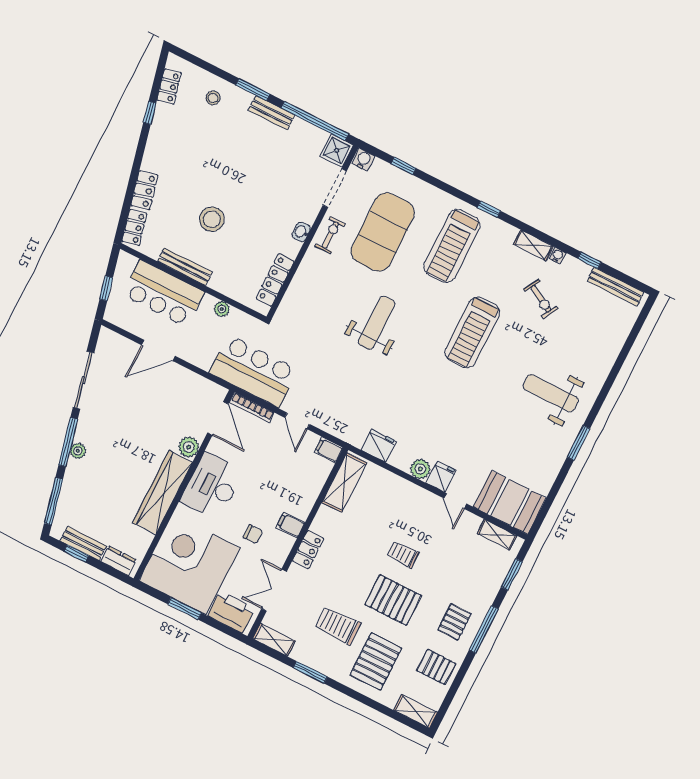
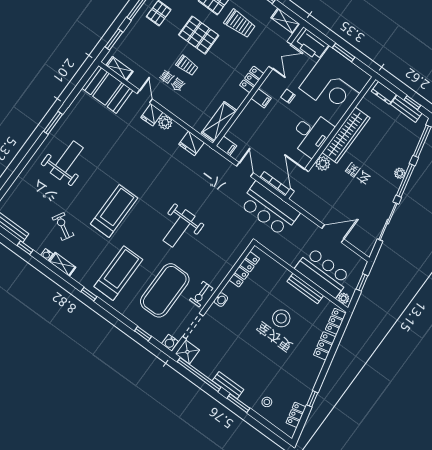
plant: (222, 309) -> (344, 298), moved
weight bench: (551, 393) -> (67, 160), turned -90

